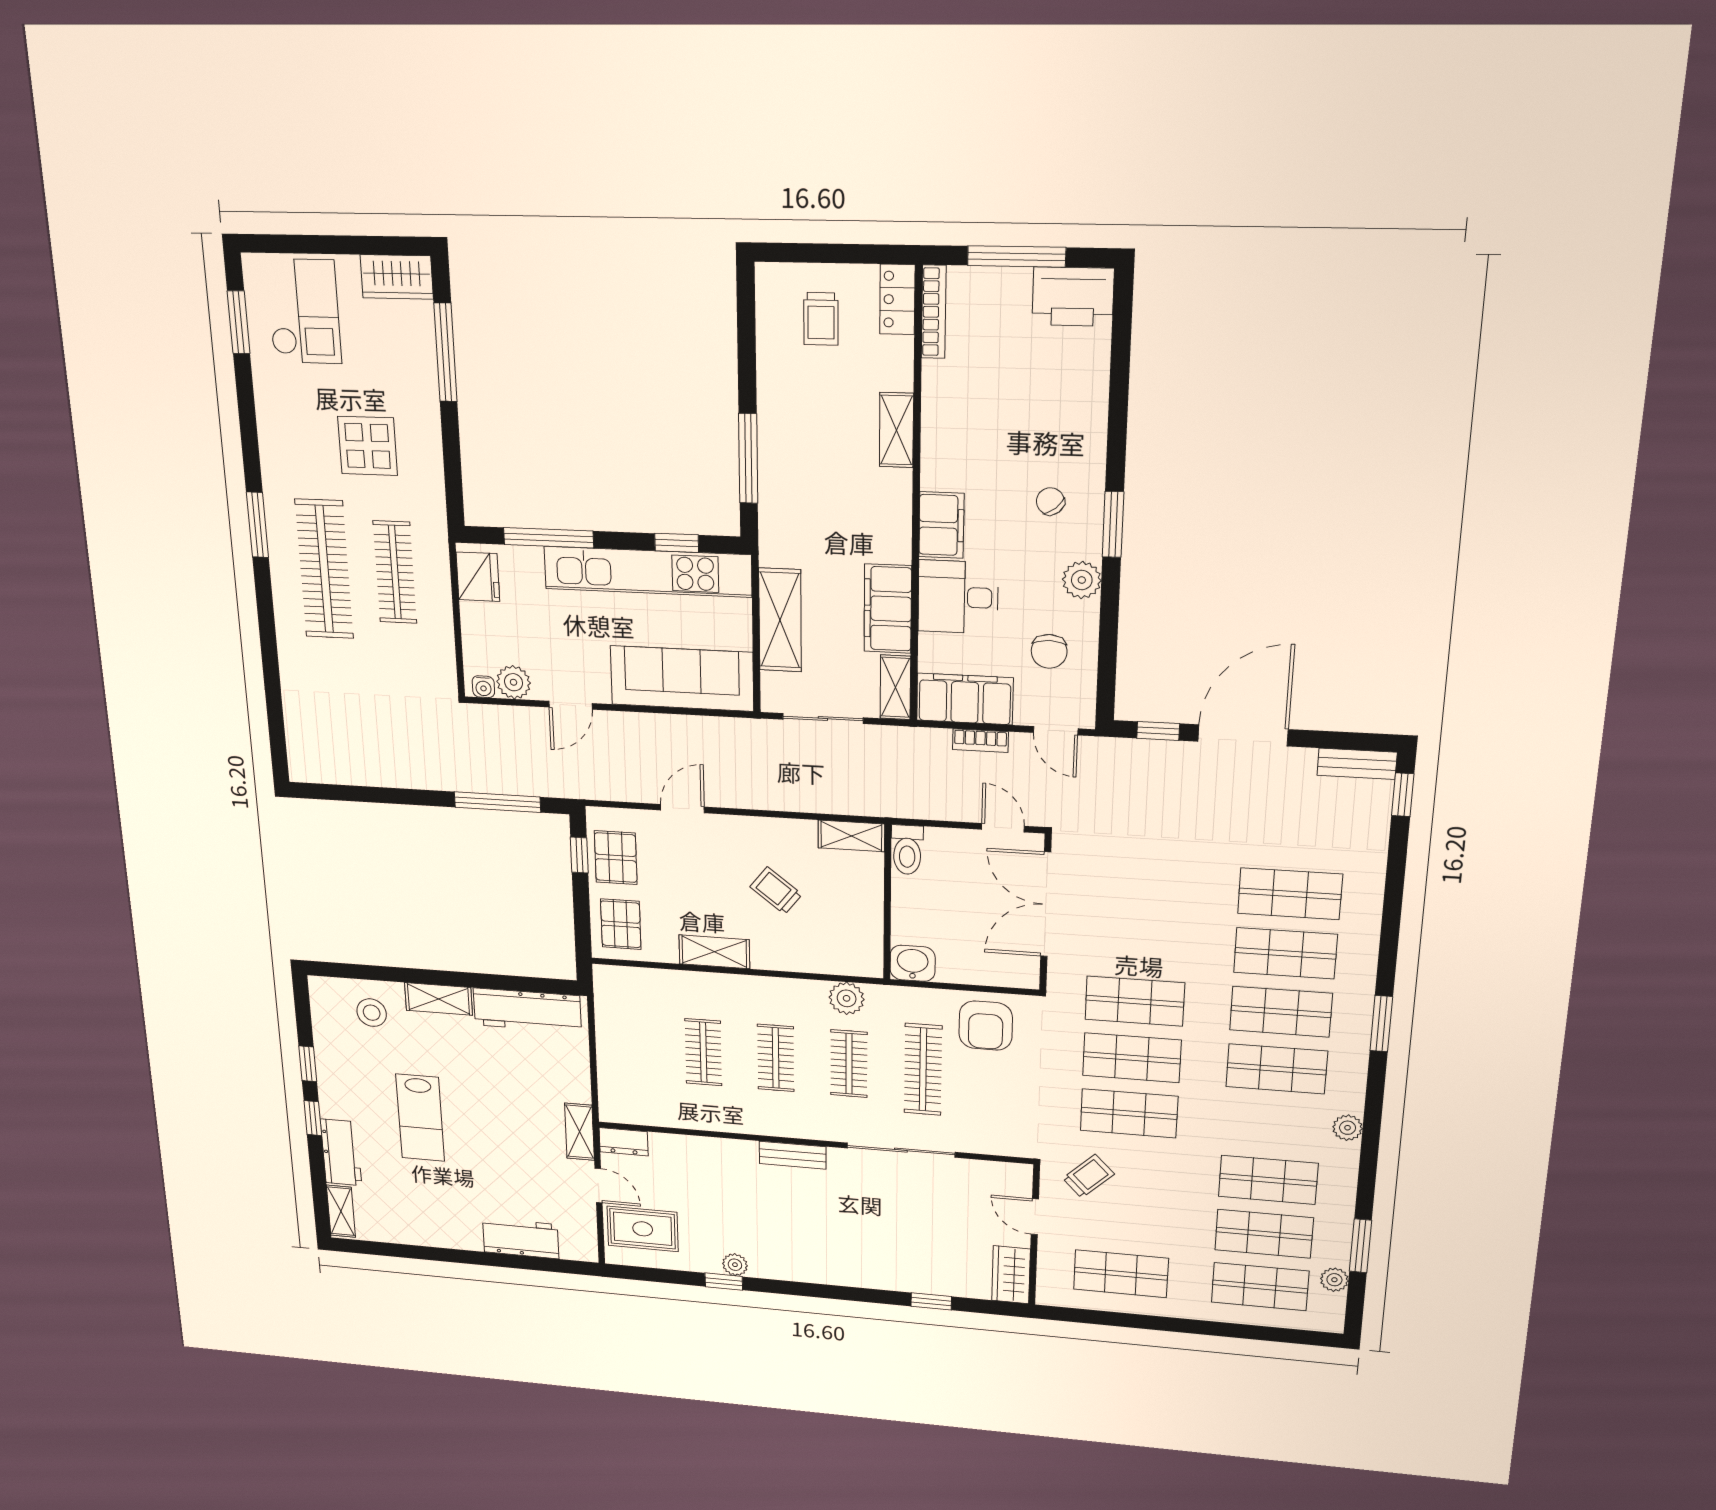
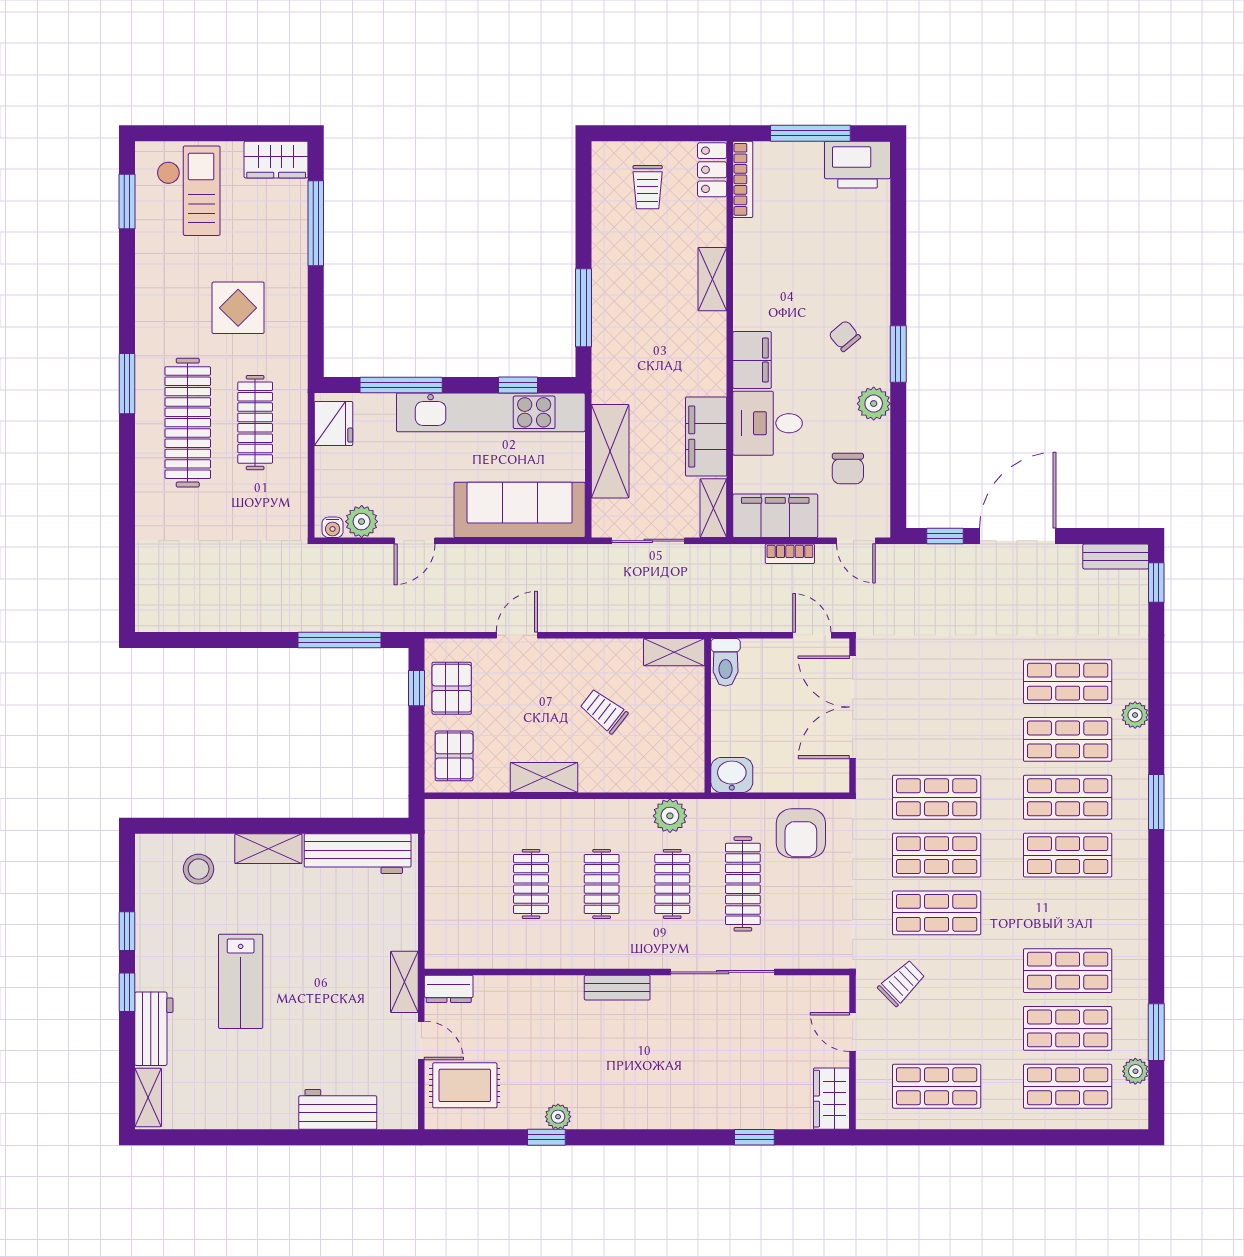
plant: (1348, 1128) -> (1135, 715), moved

